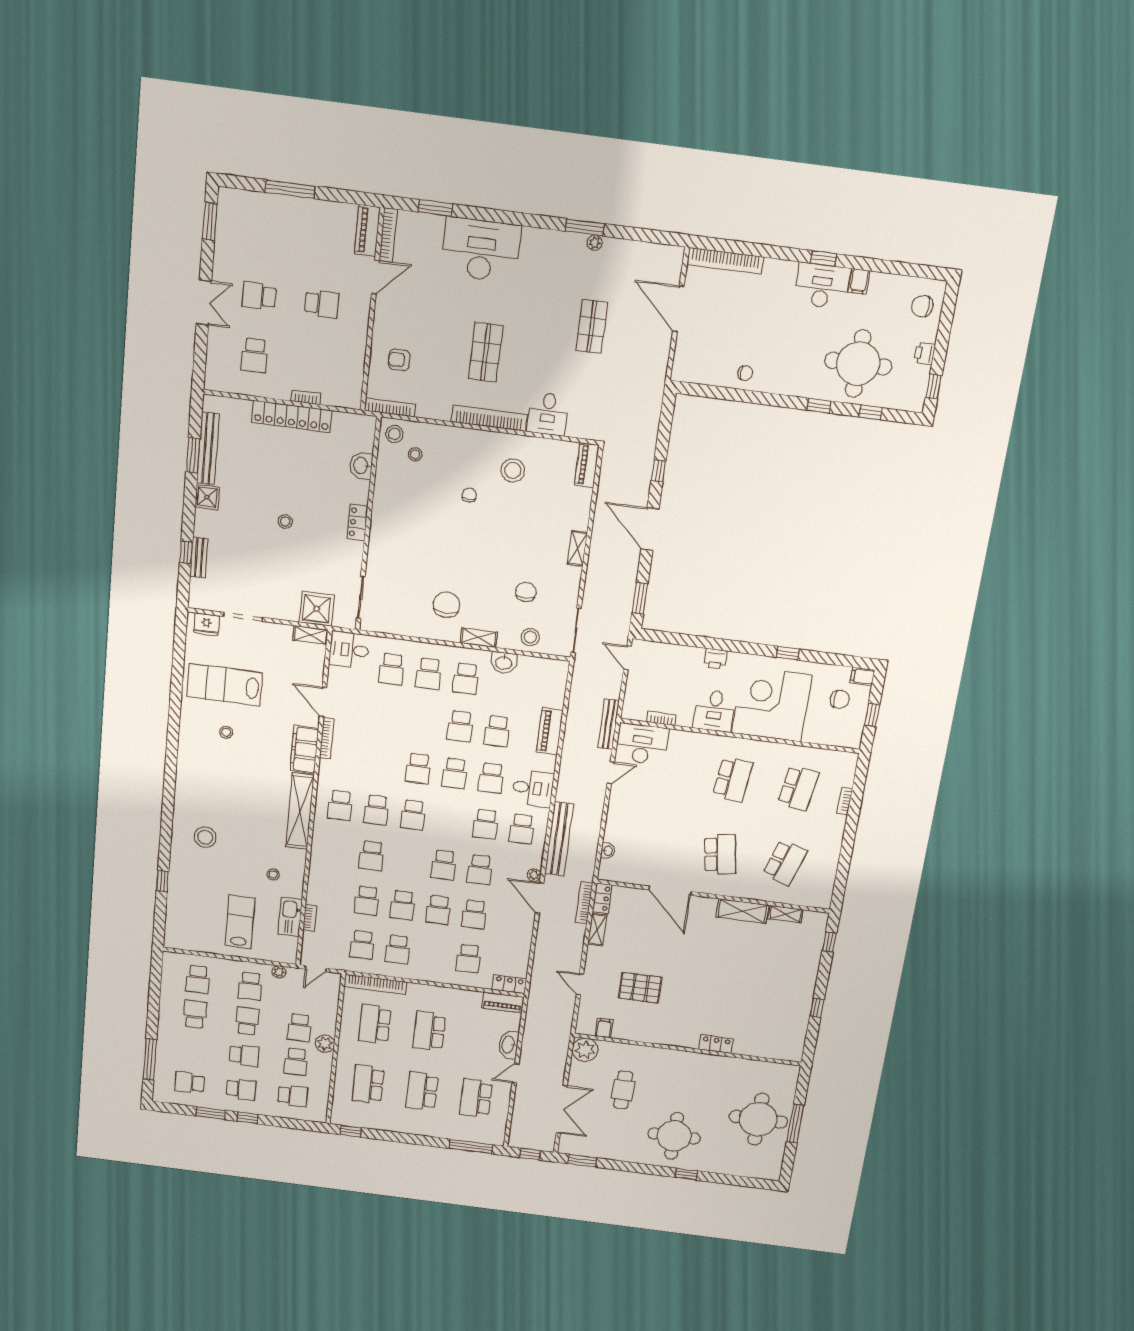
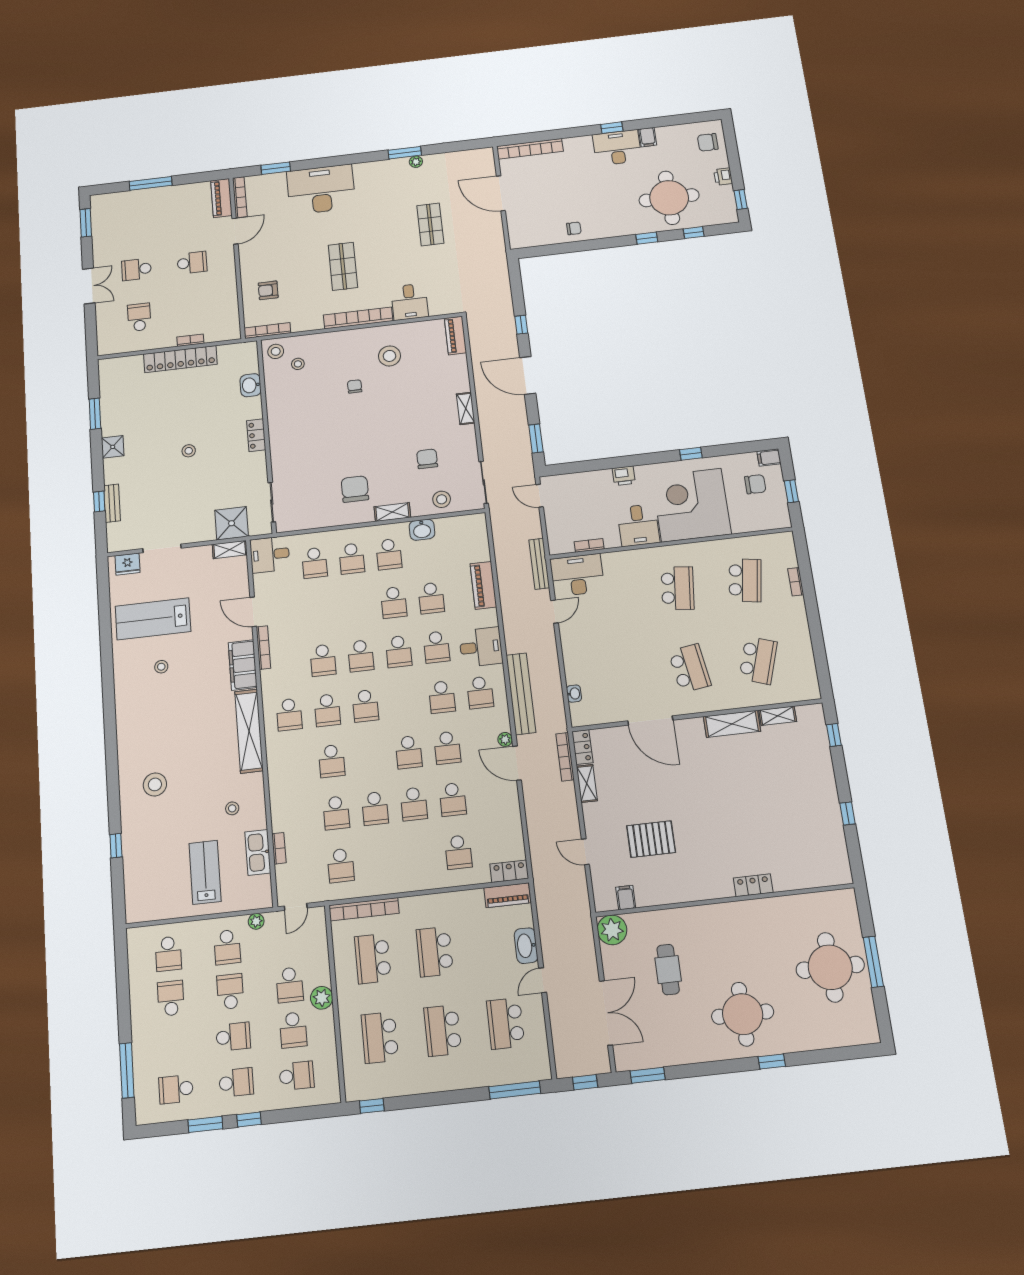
school desk: (254, 355) -> (139, 317), turned 180
bench: (208, 448) -> (108, 404), removed
school desk: (398, 949) -> (323, 660), moved

